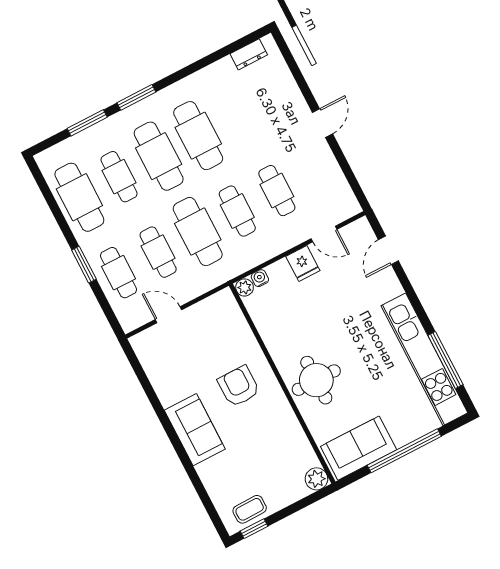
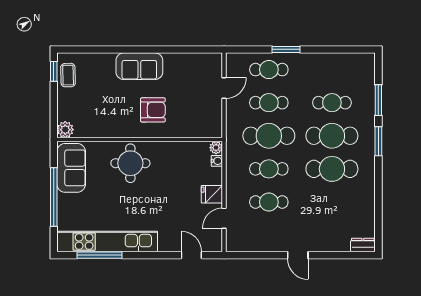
dresser: (249, 54) -> (363, 245), moved, turned 90
cafe table: (79, 197) -> (332, 70), removed

